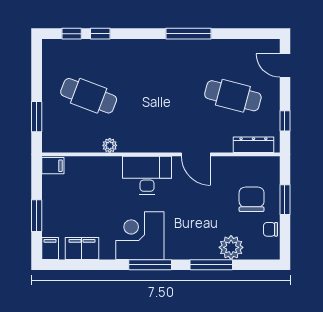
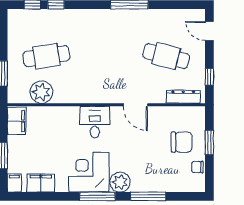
cafe table: (89, 96) -> (46, 56), turned -30
plant: (110, 145) -> (41, 92), moved, width x1.88, depth x1.88
filing cabinet: (53, 166) -> (17, 121), width x2.00
desk: (147, 175) -> (95, 122), width x0.73
chair: (252, 199) -> (182, 142), turned 90
plant: (231, 247) -> (120, 182), moved

